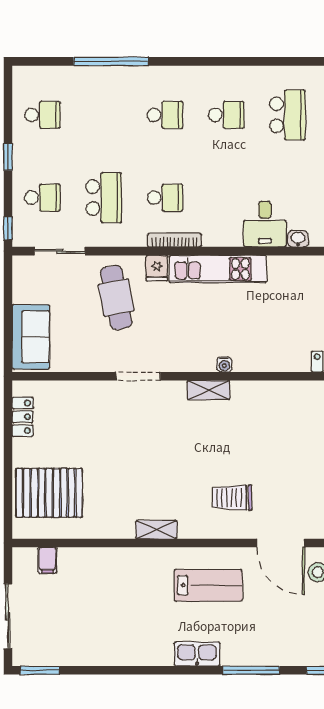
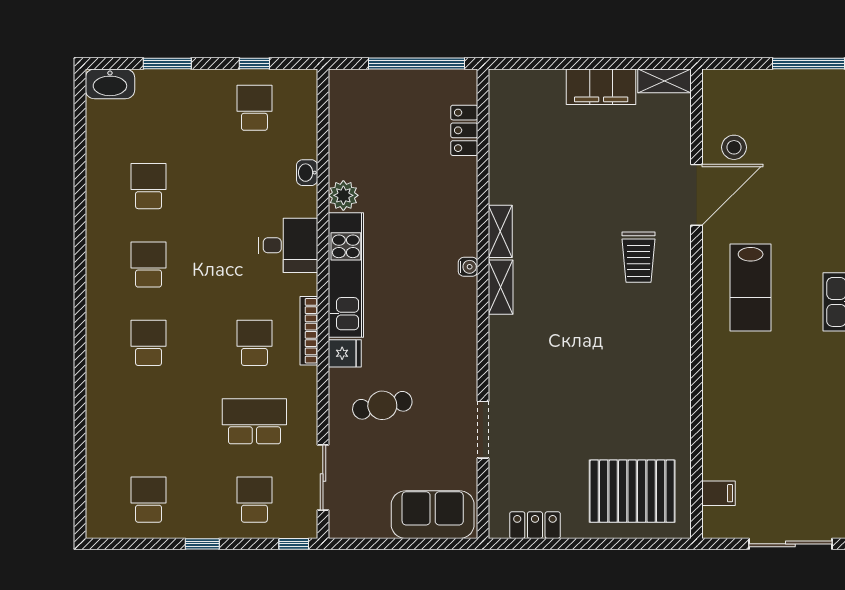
window: (111, 61) -> (80, 412), removed
school desk: (287, 115) -> (149, 186), width x0.54
desk: (265, 224) -> (288, 245), moved
plant: (280, 267) -> (343, 195), added
cafe table: (116, 298) -> (382, 405), width x0.73, depth x0.74
doorway: (138, 376) -> (483, 430), moved
pallet: (49, 493) -> (632, 491), turned 90
shelving: (156, 530) -> (500, 231), moved
lab bench: (208, 585) -> (751, 287), turned 180

